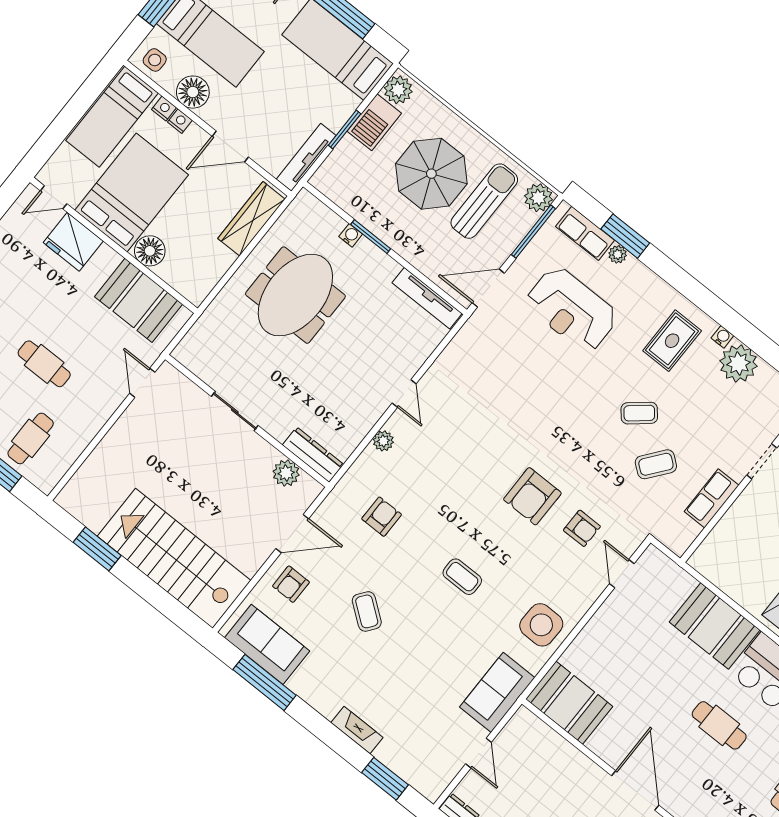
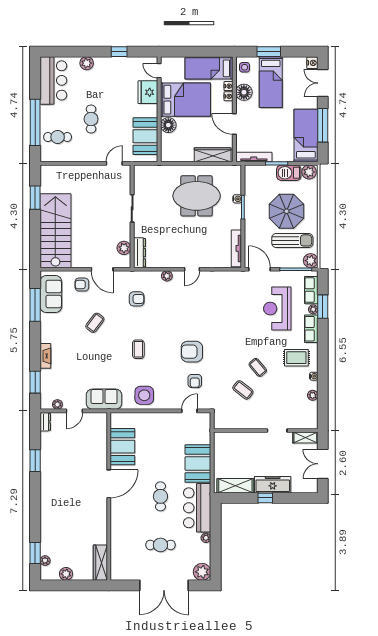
plant: (739, 363) -> (313, 395), width x0.53, depth x0.53
row of seats: (712, 498) -> (311, 329), moved, turned -90
booth: (569, 703) -> (122, 447), moved
plant: (447, 772) -> (57, 404), added

